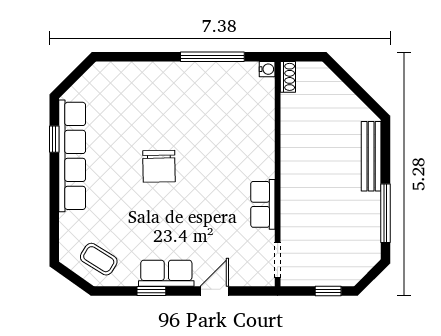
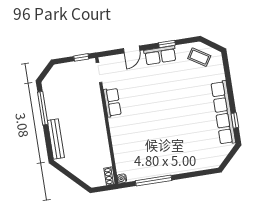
chair: (159, 166) -> (174, 114), removed
window: (328, 291) -> (81, 57), moved

